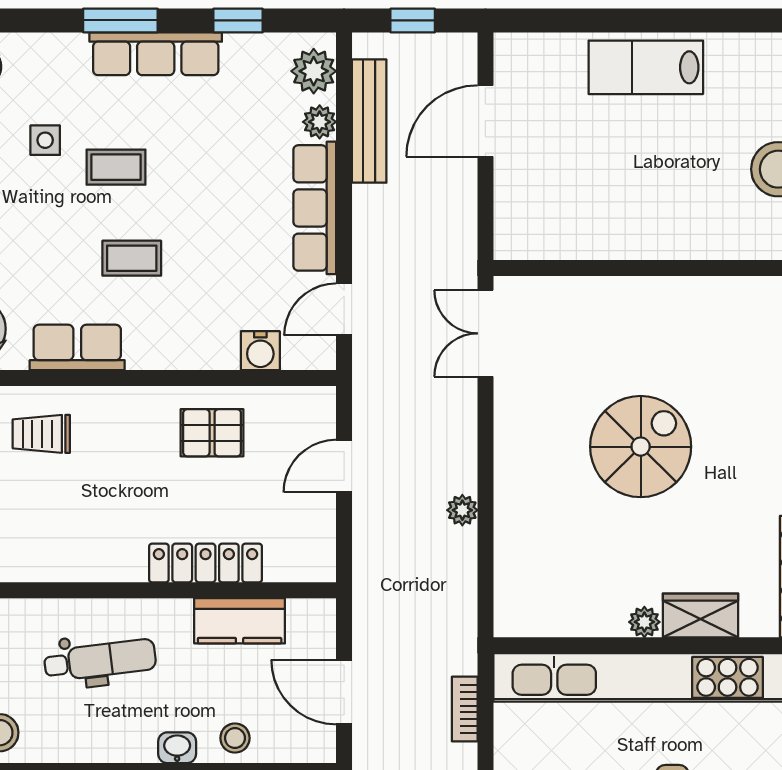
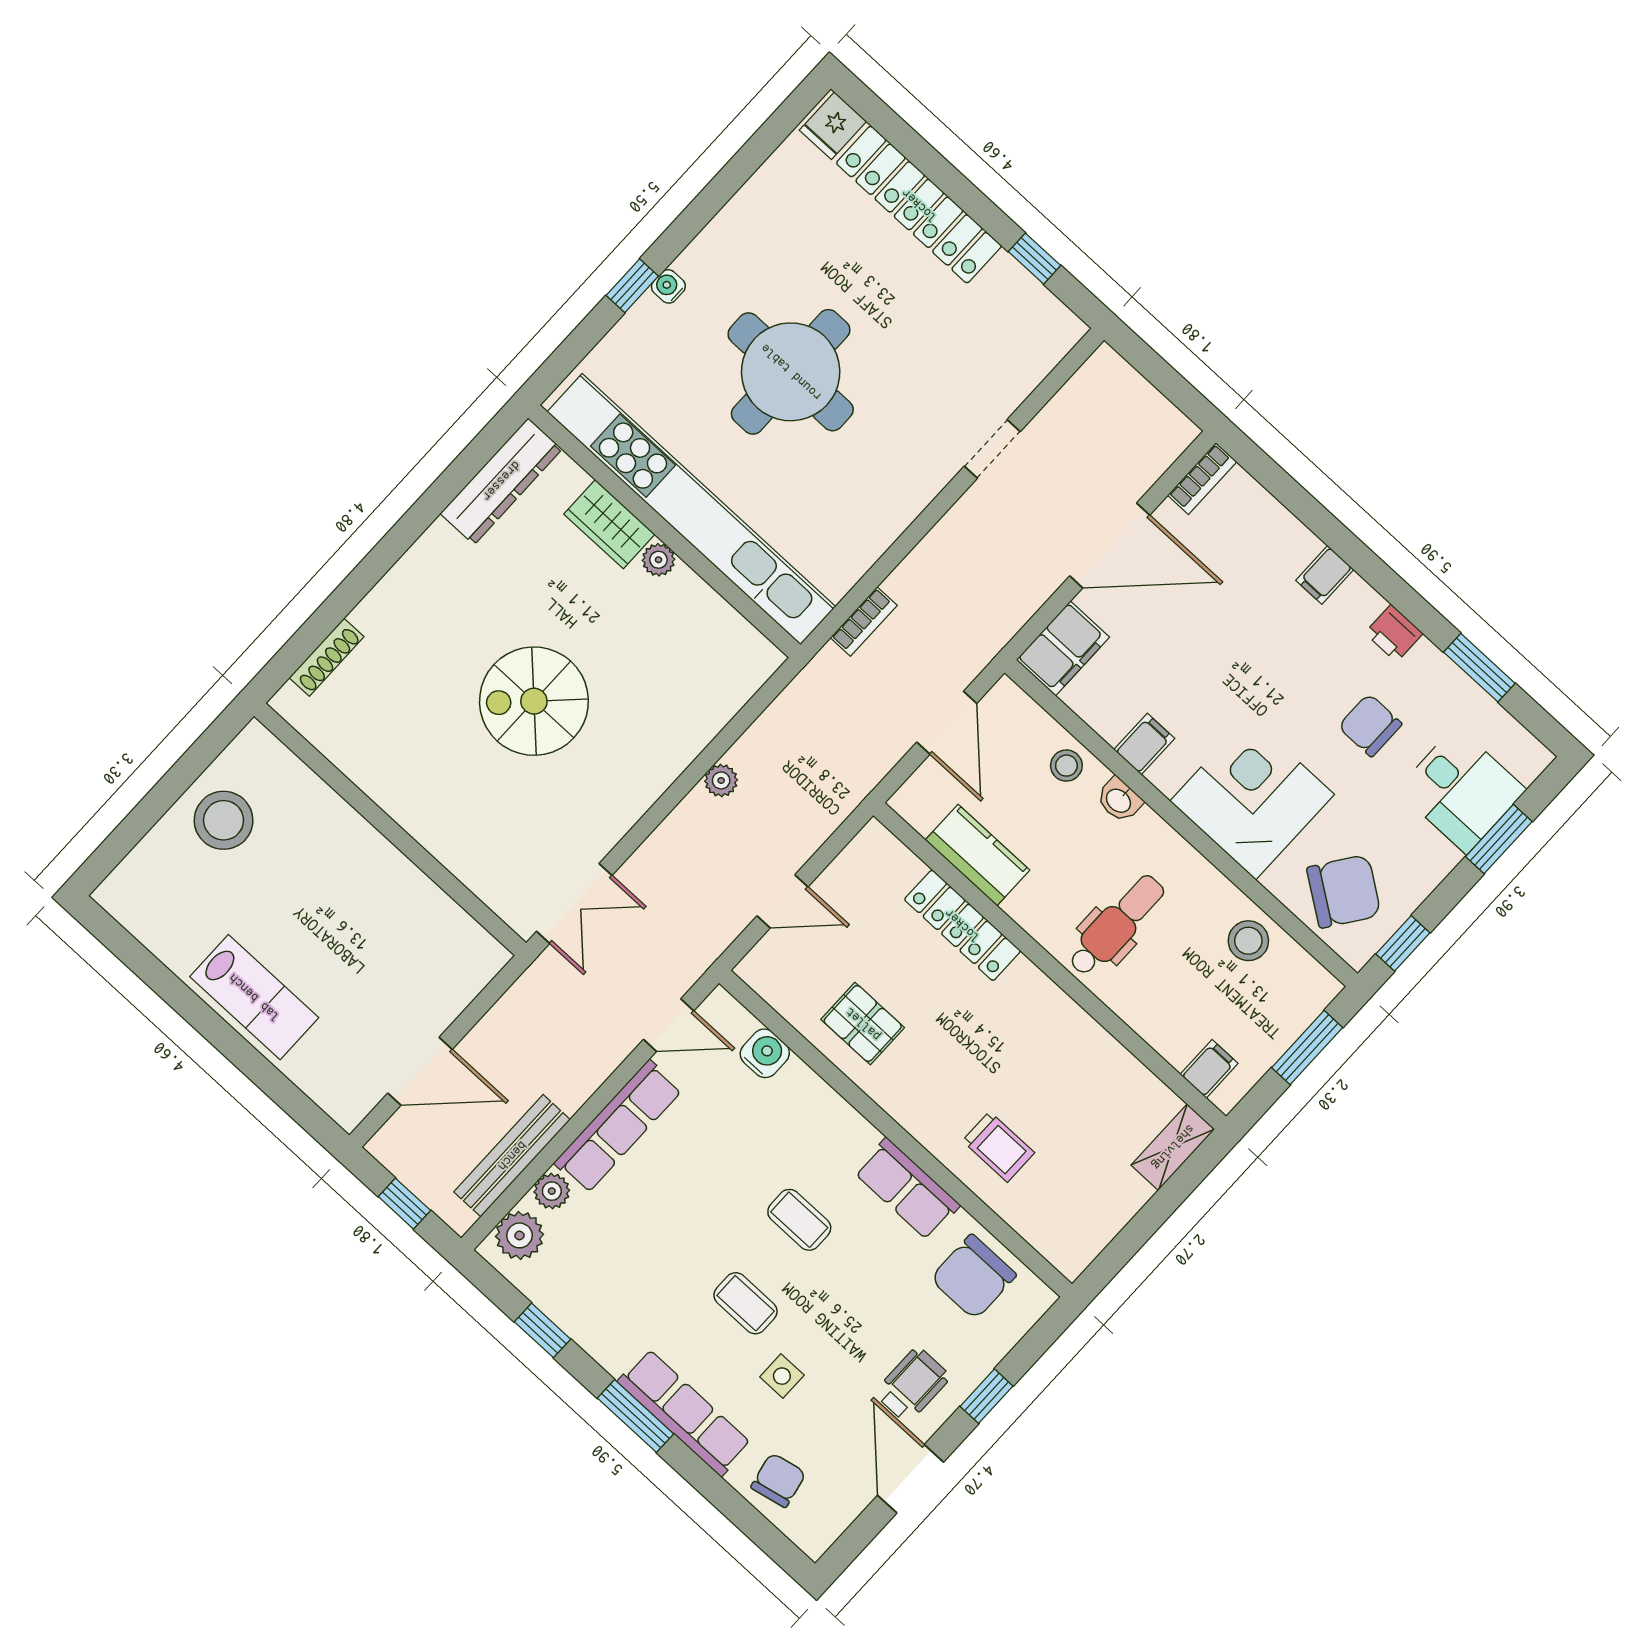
row of seats: (156, 54) -> (684, 1413), moved
dental chair: (100, 660) -> (1116, 925), turned 97

